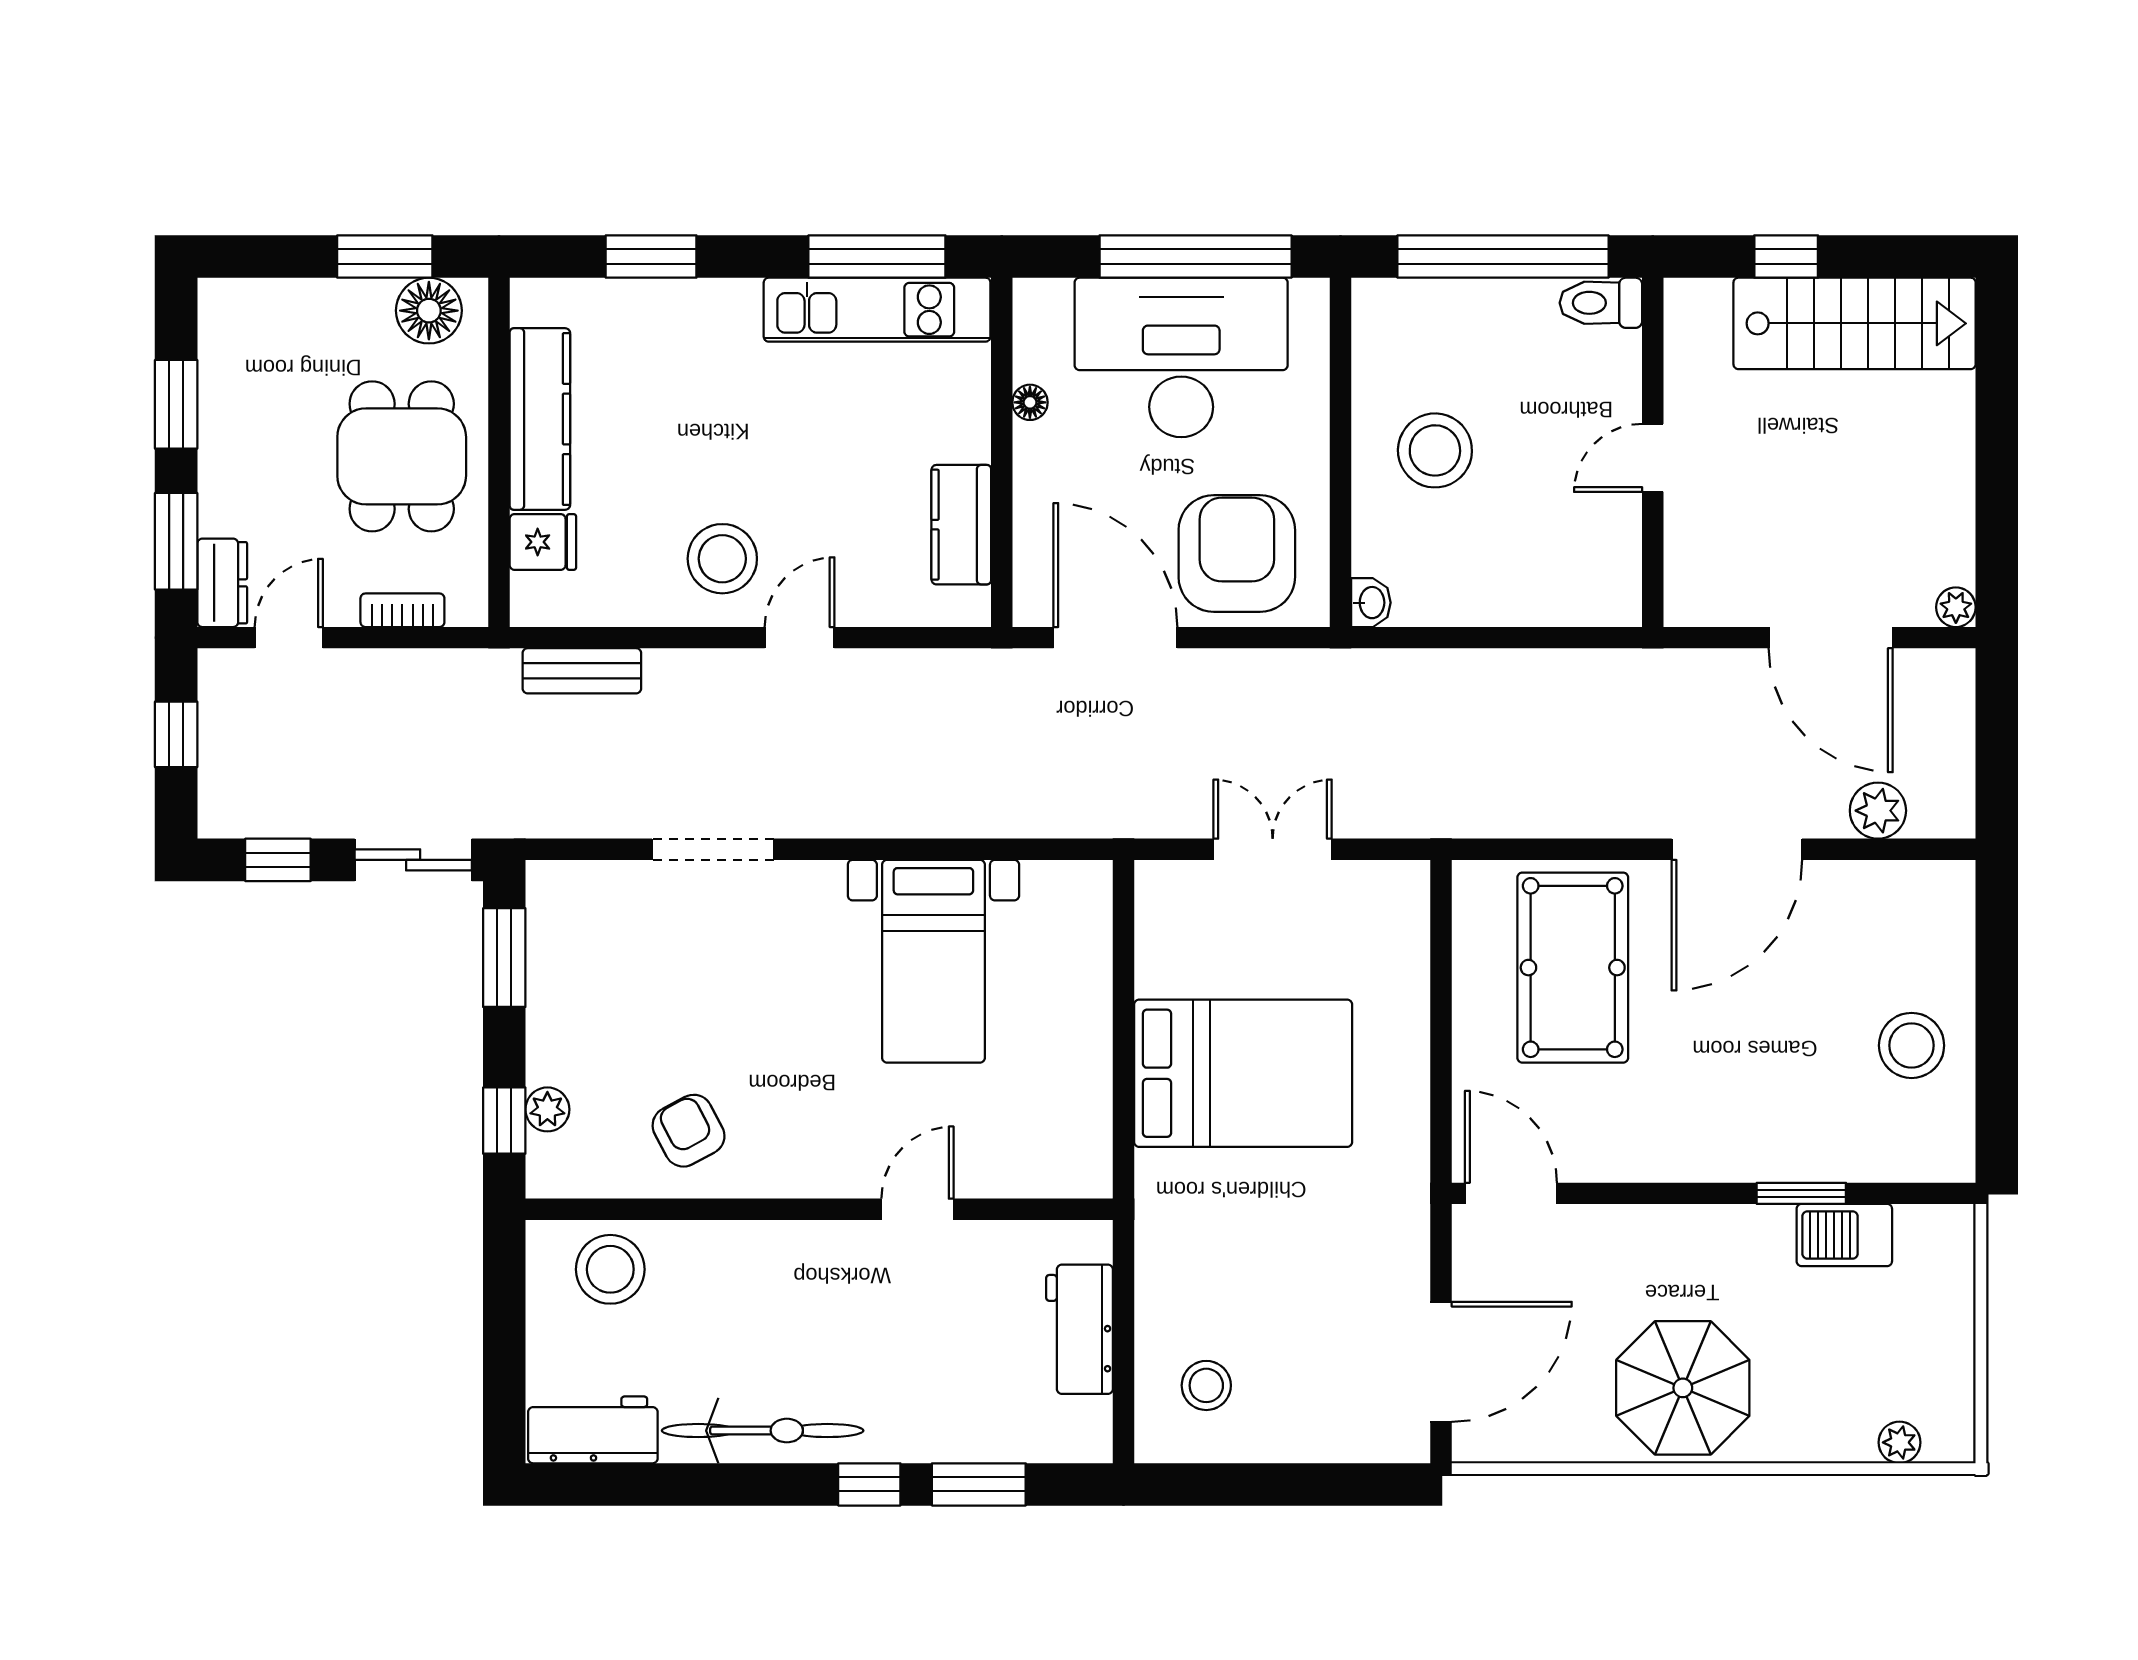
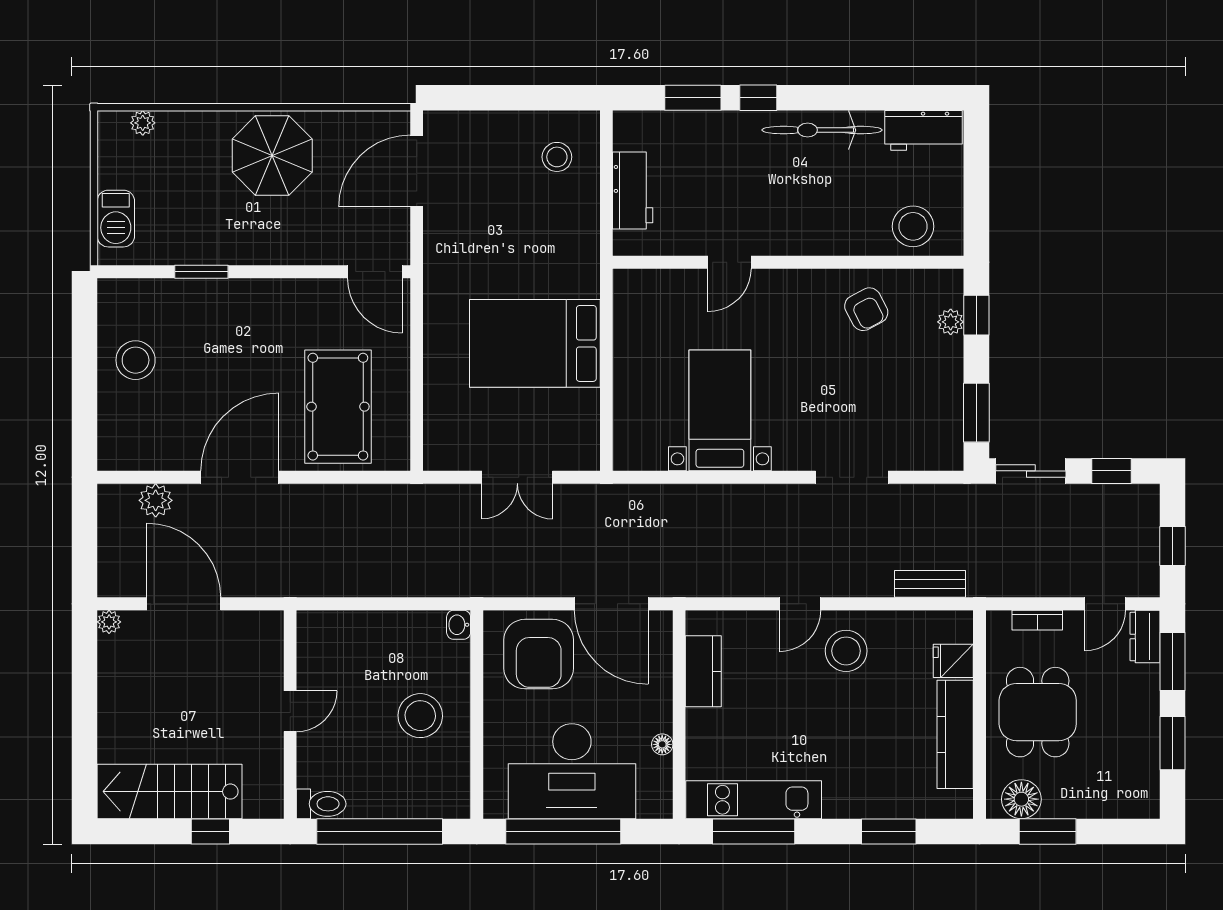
barbecue: (1844, 1235) -> (116, 219), moved, turned 90

